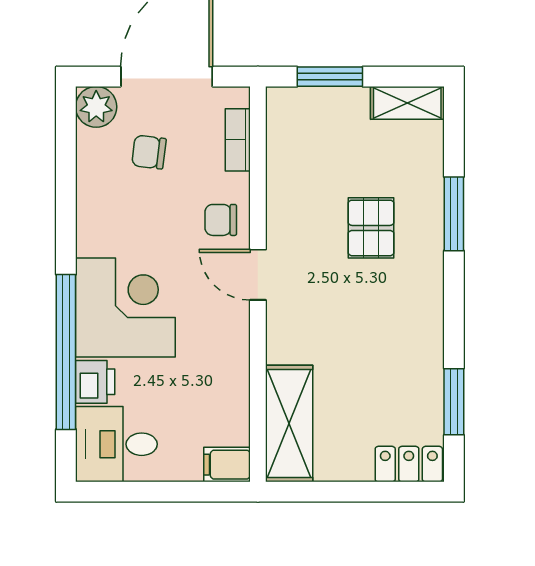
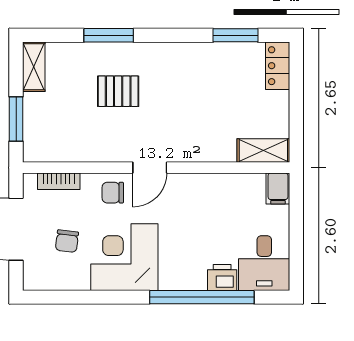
plant: (96, 107) -> (36, 277), removed
chair: (221, 220) -> (113, 193), turned 90
corner desk: (125, 308) -> (124, 257), moved
shelving: (289, 424) -> (263, 150), width x0.67, depth x0.75

